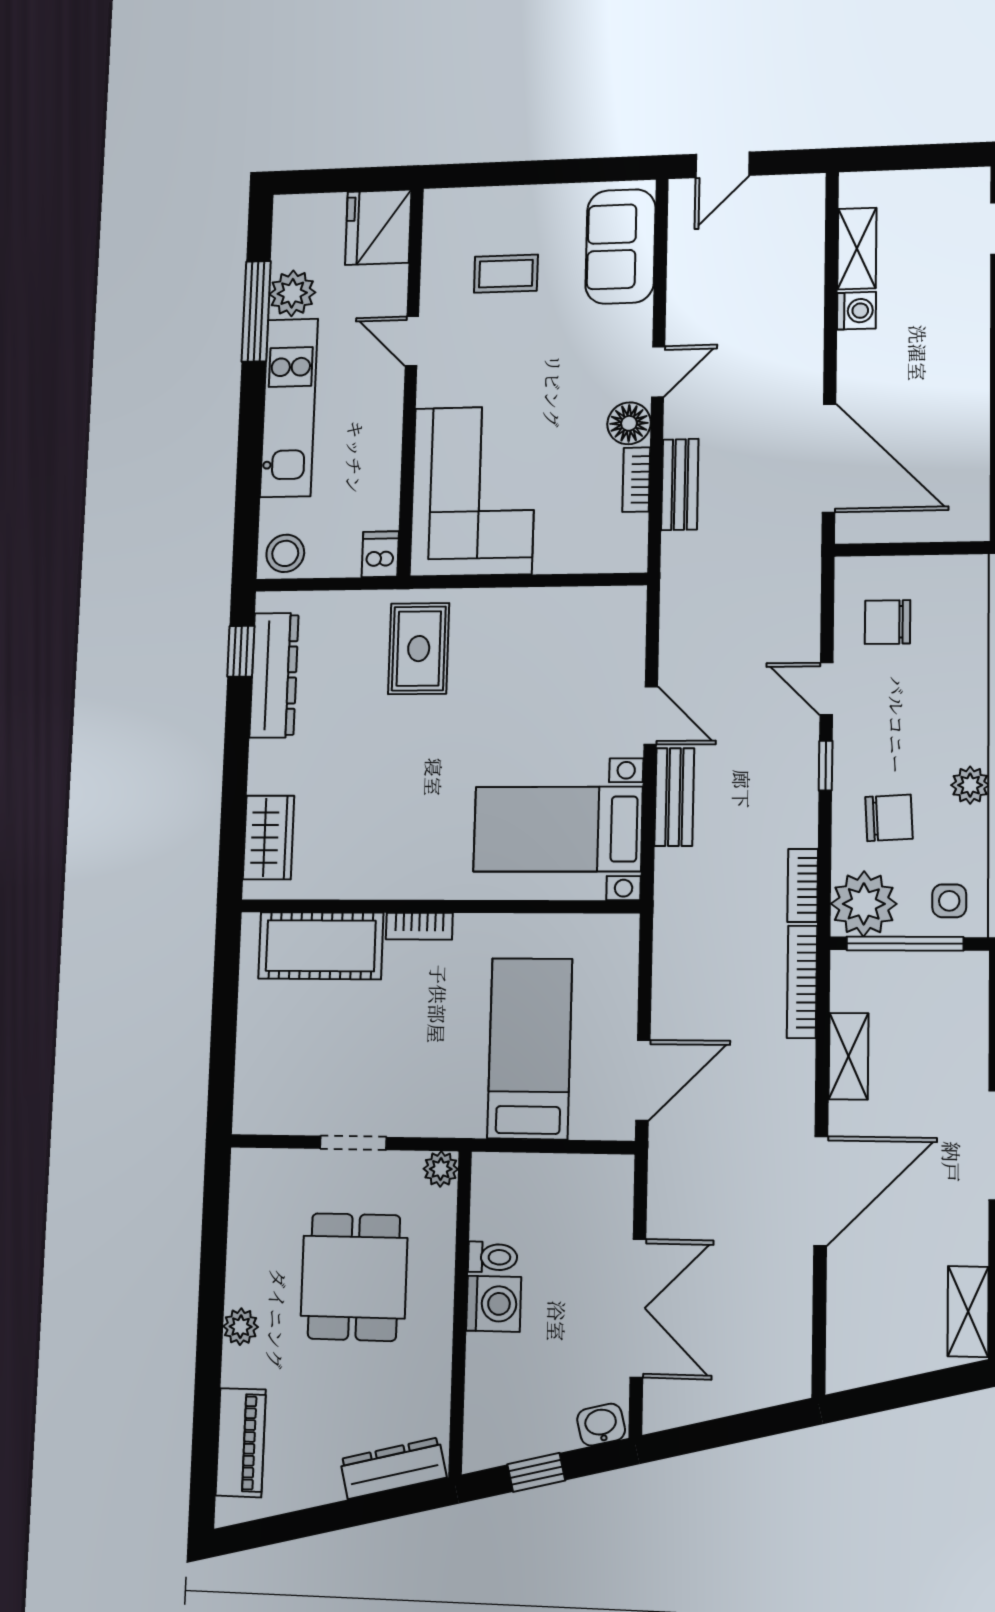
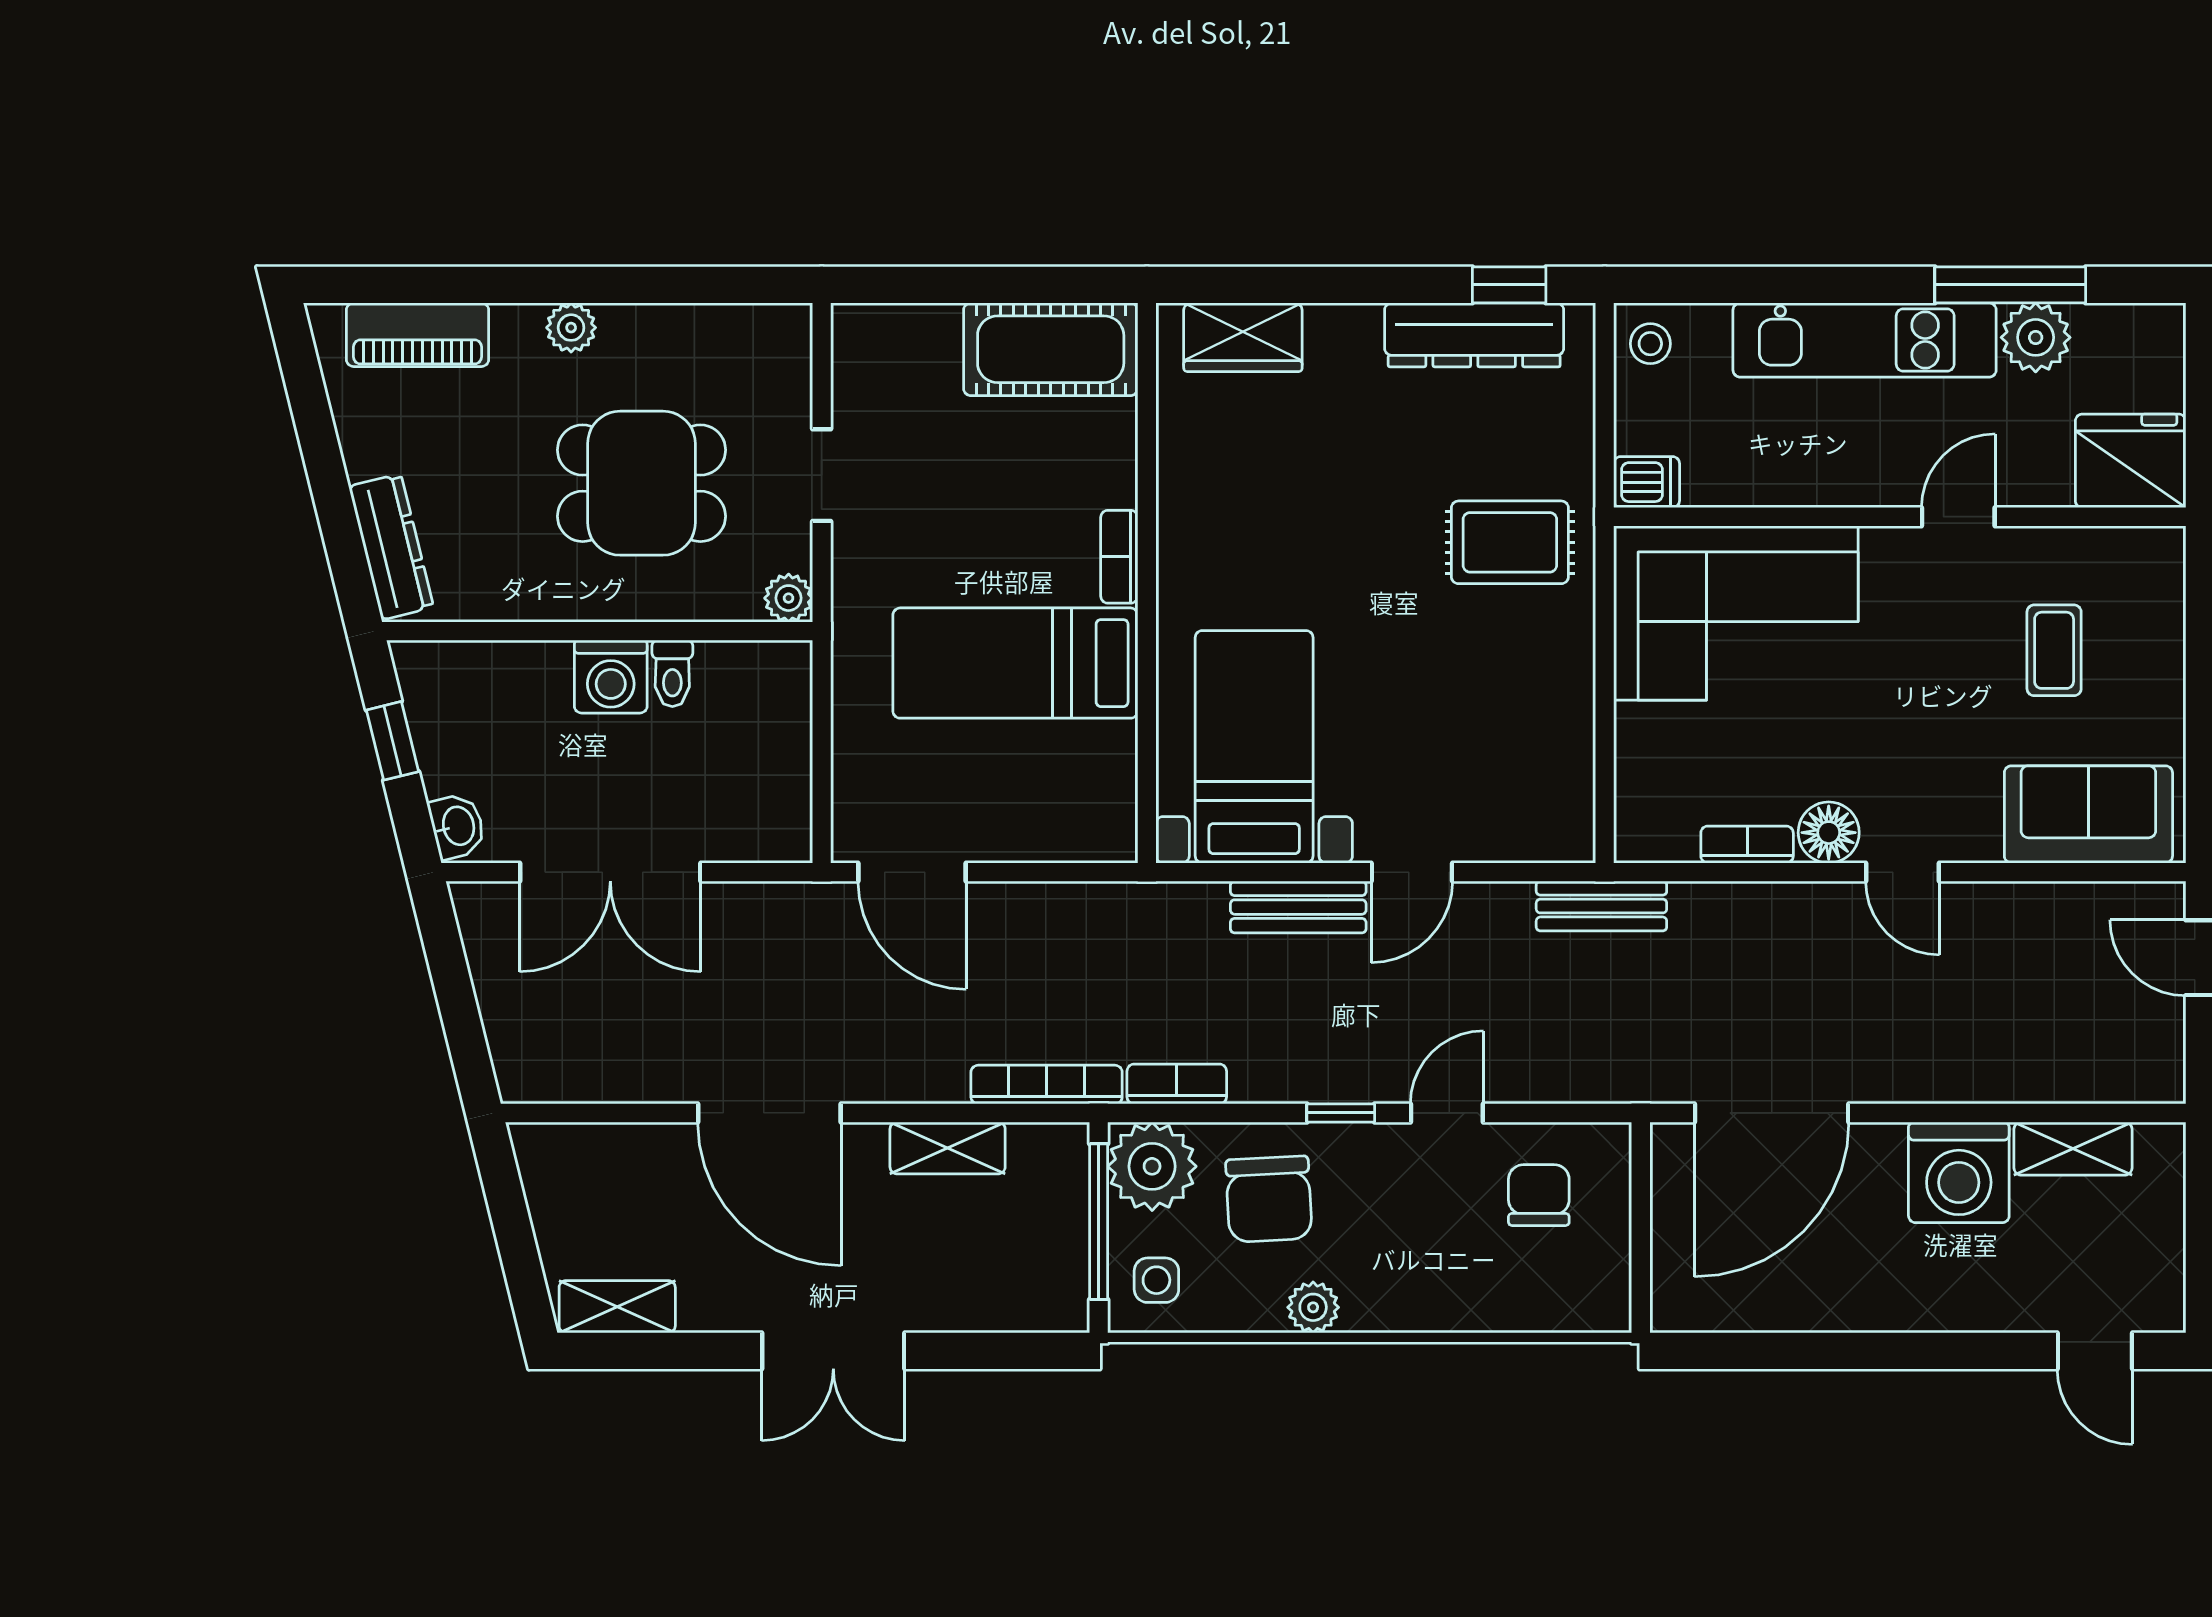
washing machine: (856, 311) -> (1959, 1172), width x1.89, depth x1.89
bench: (680, 484) -> (1601, 906), moved
stool: (285, 553) -> (1650, 344), width x0.73, depth x0.73
chair: (889, 818) -> (1269, 1199), width x1.37, depth x1.37
cot: (321, 946) -> (1051, 349), moved, turned 90
bed: (530, 1048) -> (1015, 663), moved, turned 180

